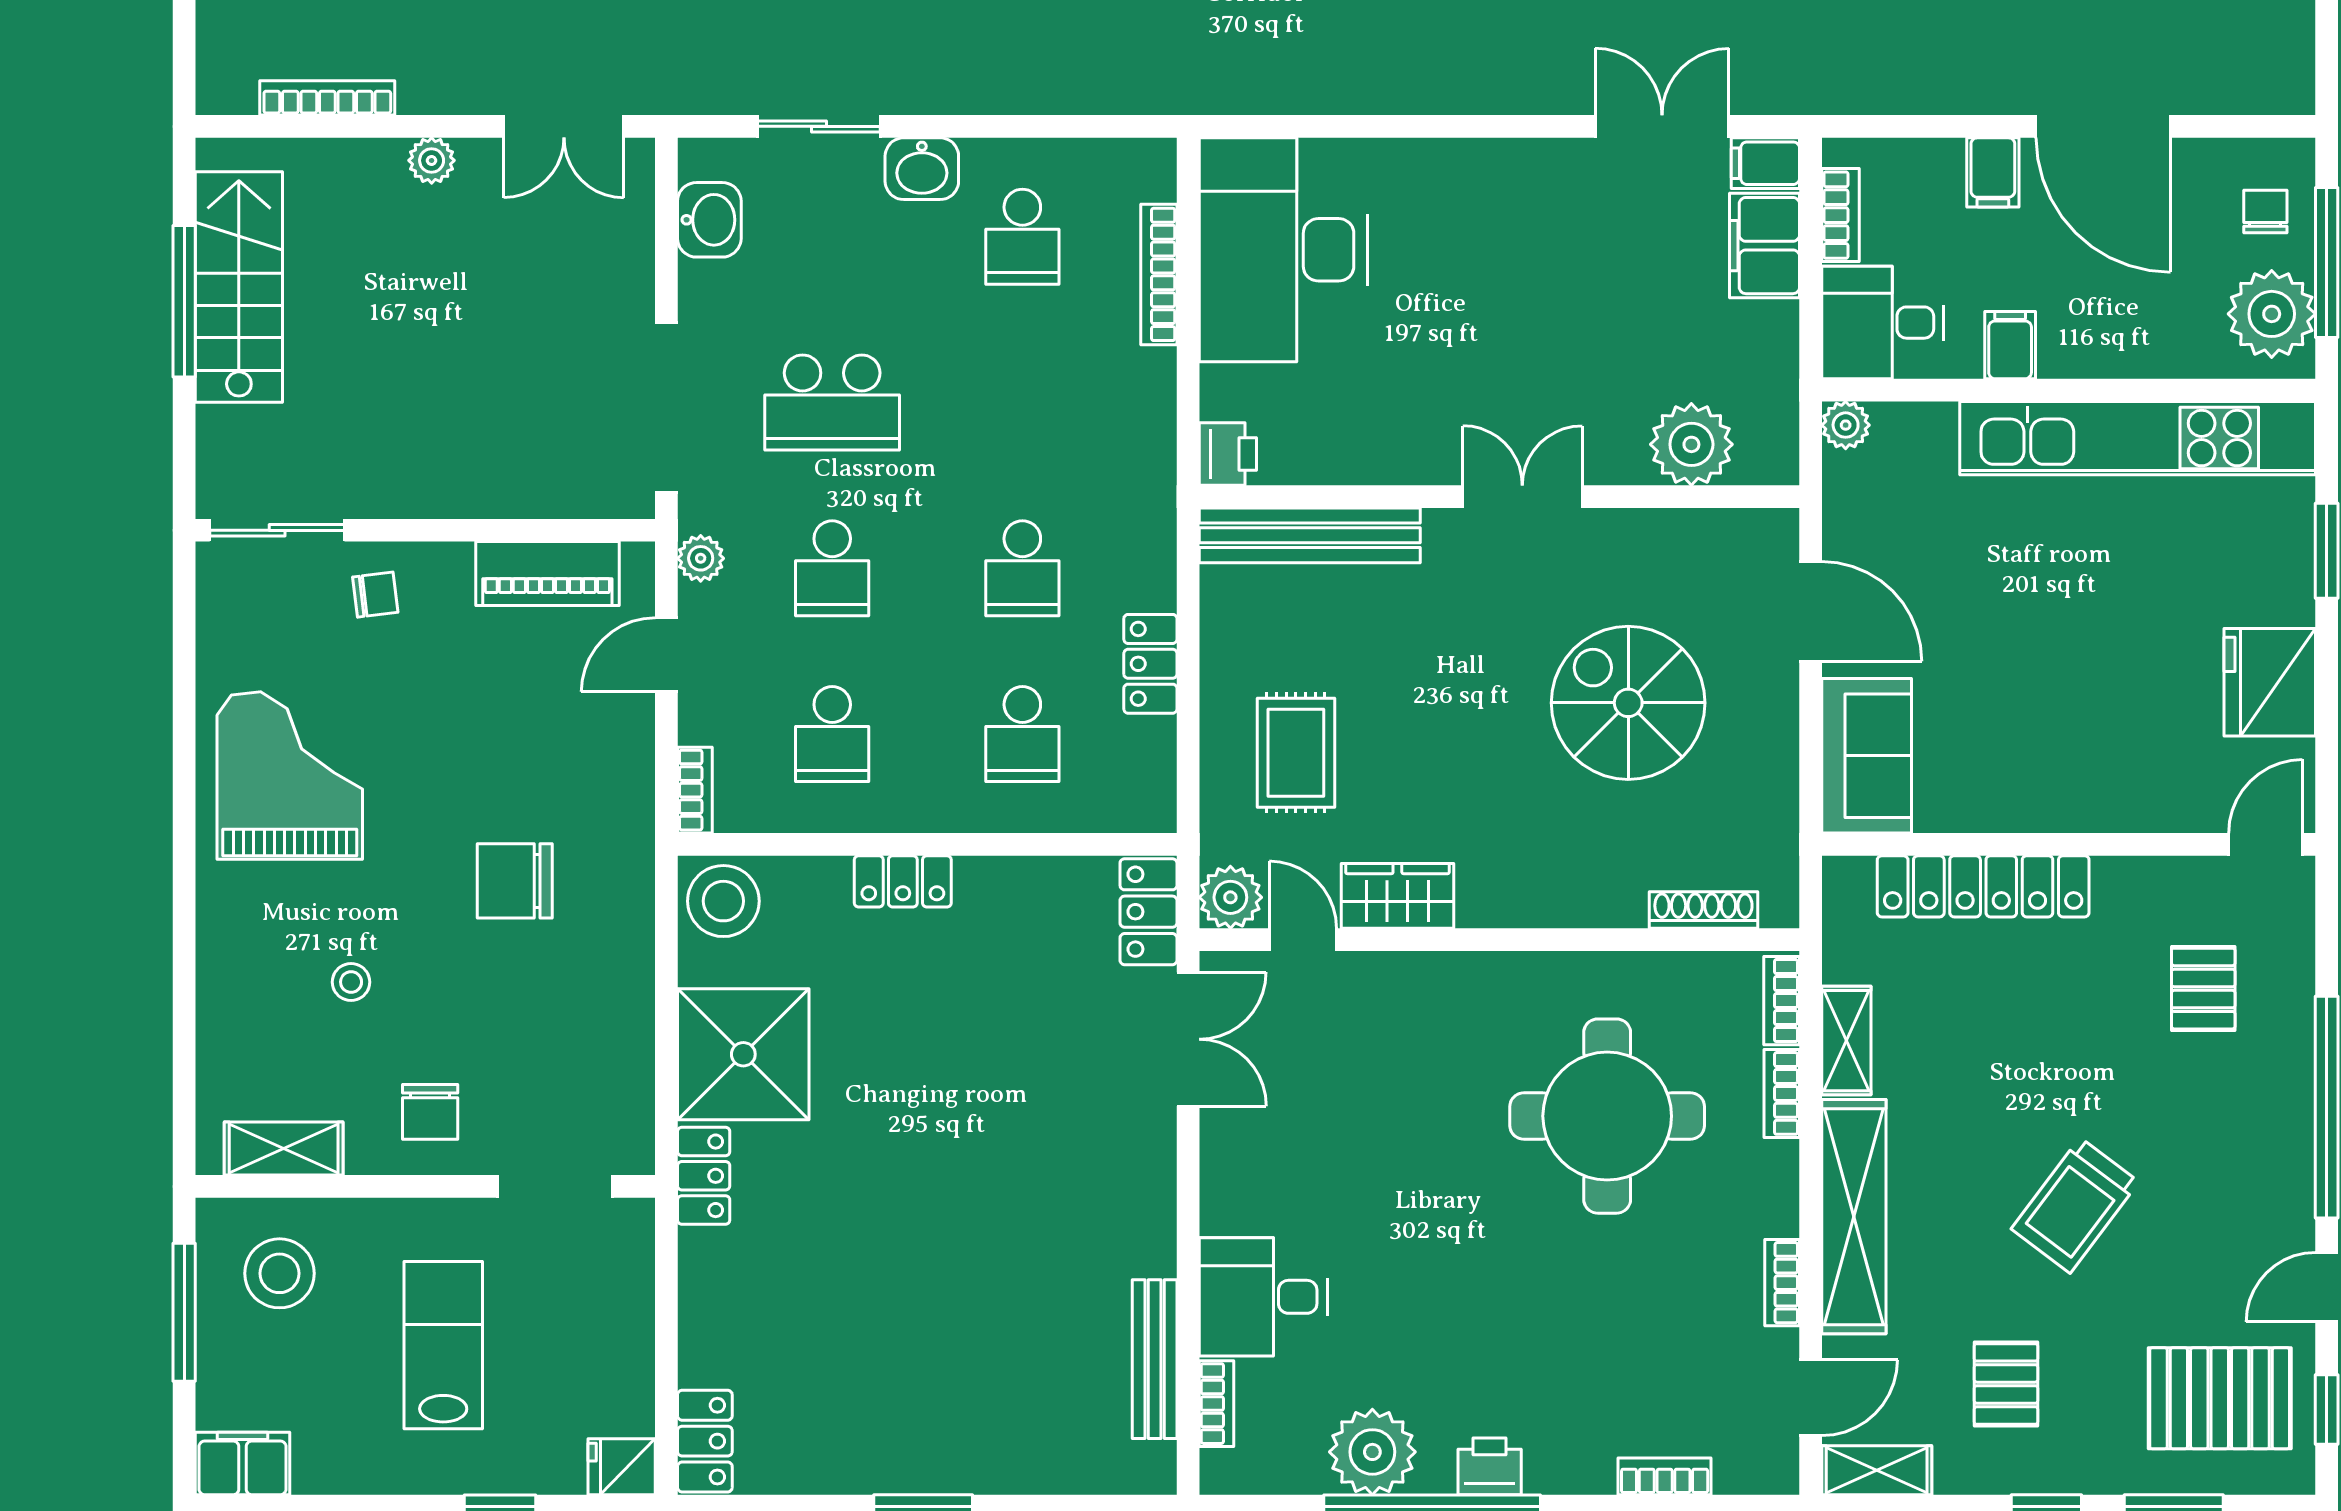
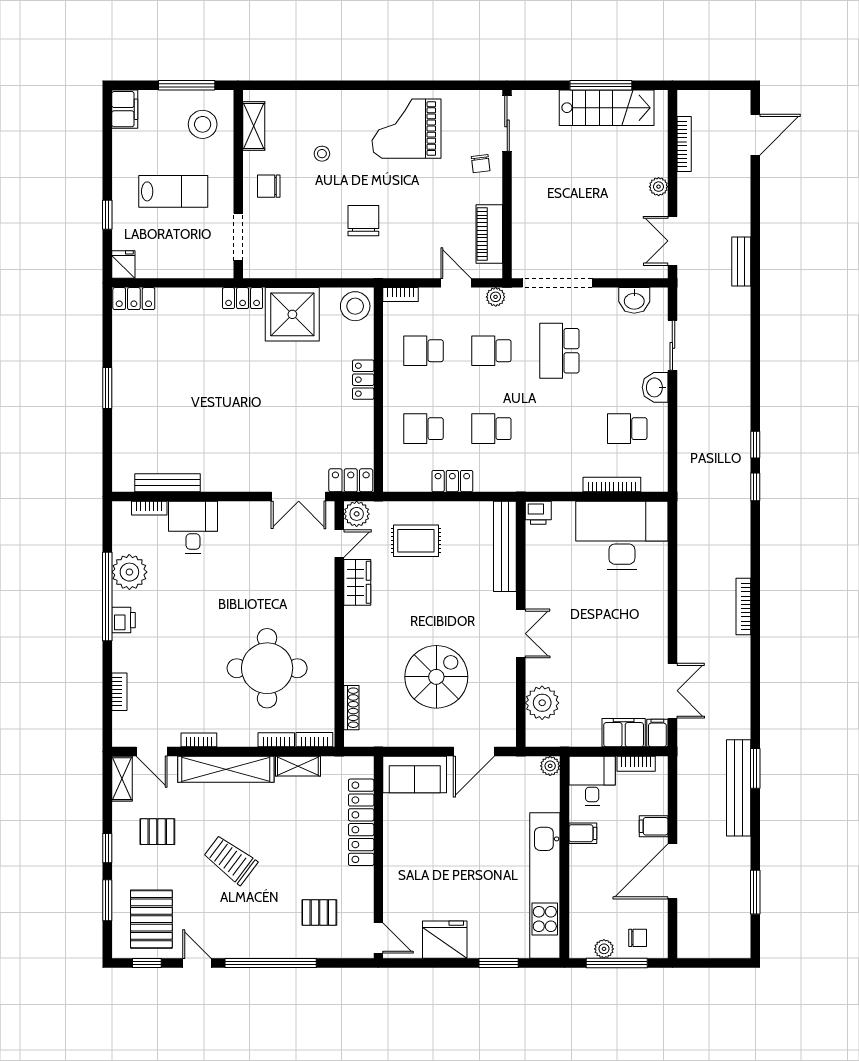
plant: (2272, 314) -> (604, 949), width x0.53, depth x0.53
grand piano: (290, 775) -> (407, 129), turned 180

